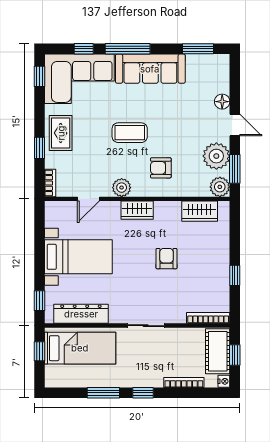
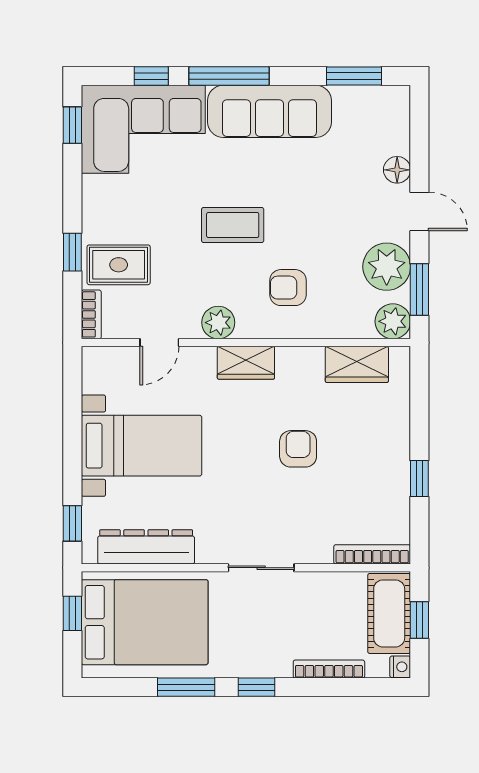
rug: (61, 133) -> (119, 265), moved, turned 90
bed: (80, 348) -> (145, 622), width x1.50

